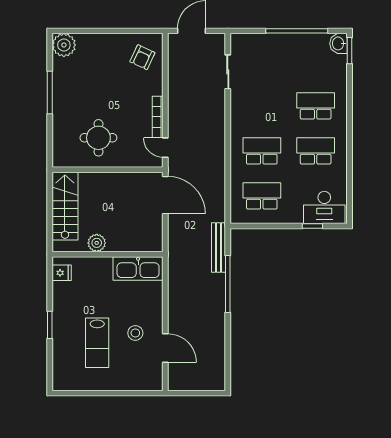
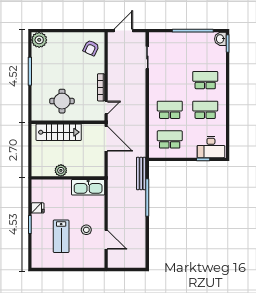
door: (165, 148) -> (106, 108), swing flipped
stairs: (65, 206) -> (59, 132), moved, turned 90
fridge: (62, 273) -> (38, 208), moved

